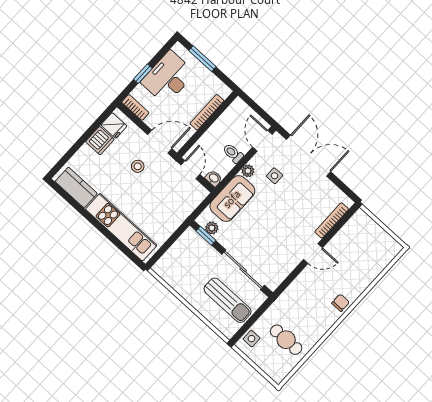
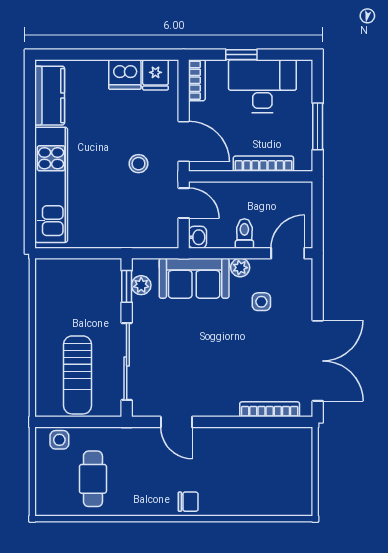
window: (202, 59) -> (318, 126), moved
double door: (309, 156) -> (318, 361), moved
stool: (138, 166) -> (138, 164), moved
door: (190, 170) -> (184, 203), hinge flipped
door: (313, 254) -> (176, 422), moved

